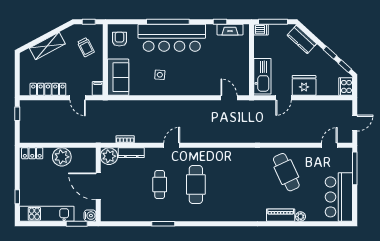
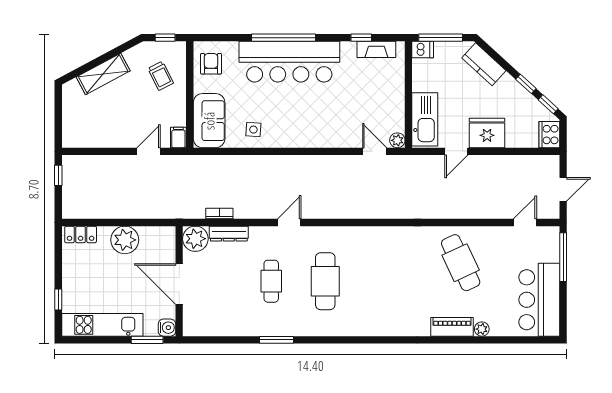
side table: (160, 75) -> (253, 130), moved
locker: (48, 89) -> (104, 139), removed
plant: (244, 90) -> (397, 140), added
door: (78, 98) -> (149, 151), swing flipped

